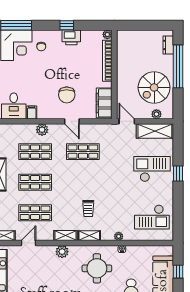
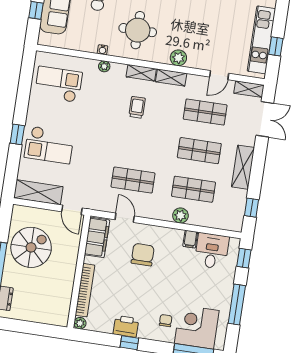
plant: (156, 114) -> (33, 213), removed
door: (72, 121) -> (125, 218), moved

